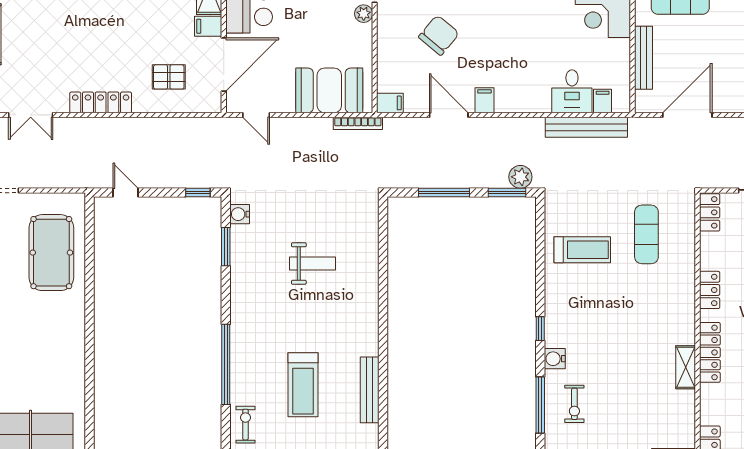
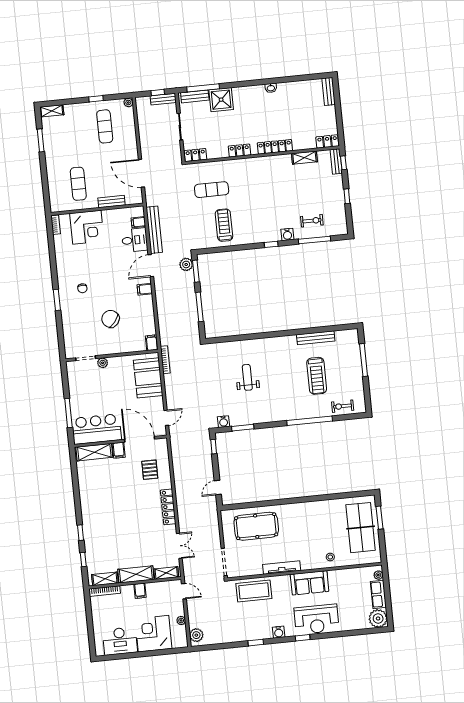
bench: (643, 58) -> (112, 201), width x0.73
door: (449, 115) -> (151, 266), moved
shelving: (686, 367) -> (304, 158), moved
treadmill: (303, 385) -> (317, 376), turned 90

